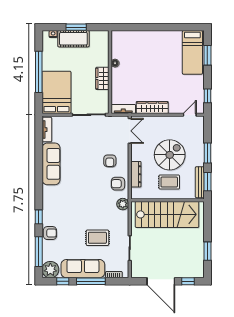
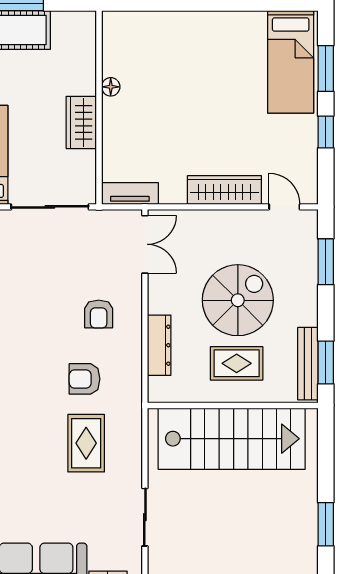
window: (207, 96) -> (326, 132), moved
wardrobe: (152, 107) -> (224, 190), moved
door: (190, 115) -> (284, 207), hinge flipped
window: (207, 153) -> (326, 262), moved
armchair: (118, 184) -> (84, 379), moved
plant: (123, 204) -> (129, 414), removed
rug: (97, 238) -> (86, 443), moved, turned 90

